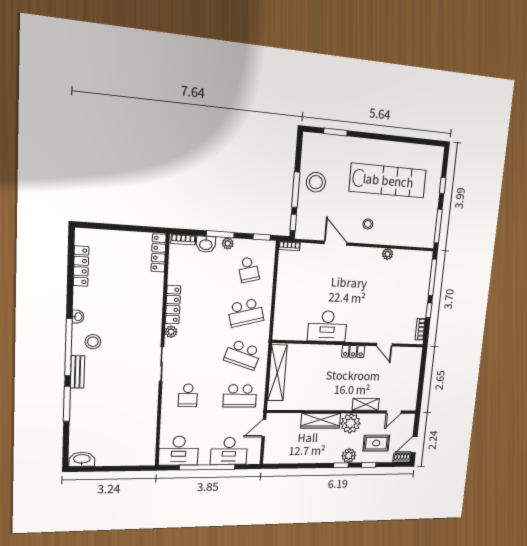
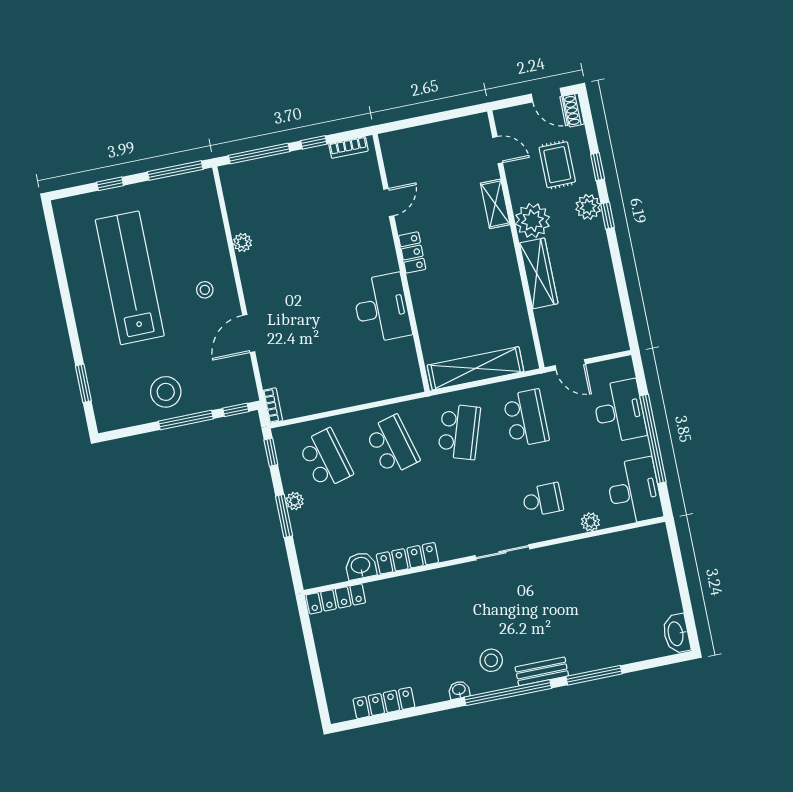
bookcase: (183, 239) -> (306, 568), removed
washbasin: (206, 244) -> (361, 566), moved, turned -90
school desk: (248, 270) -> (326, 459), width x1.85
plant: (171, 332) -> (590, 522), moved

